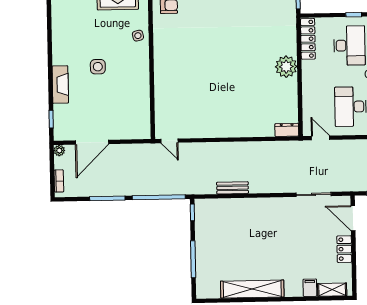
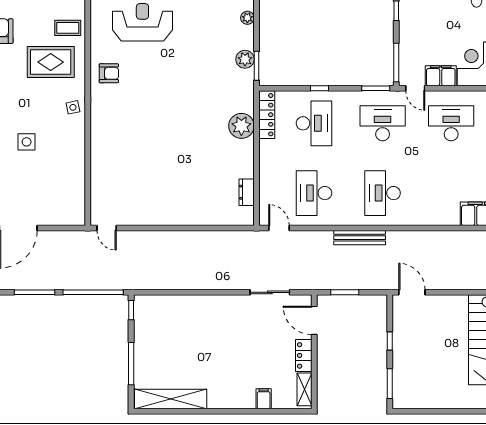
plant: (286, 67) -> (241, 126), moved
dresser: (287, 130) -> (247, 192), moved, turned -90
bench: (232, 188) -> (177, 283), removed
shelving: (252, 289) -> (171, 399), moved
shelving: (332, 290) -> (304, 389), moved, turned 90

